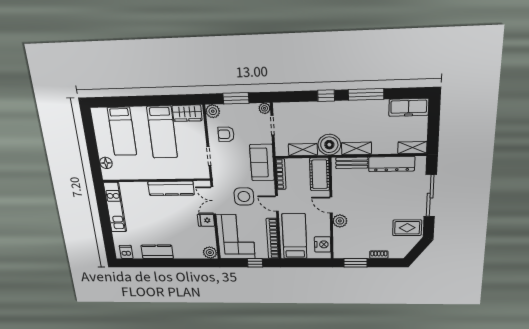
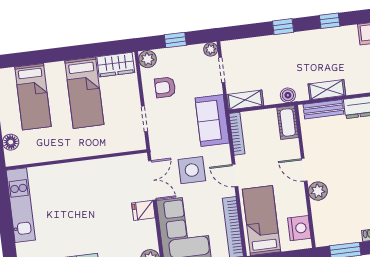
window: (366, 94) -> (330, 21), width x0.46
window: (236, 98) -> (175, 40), width x0.67
boiler: (329, 145) -> (288, 95), width x0.54, depth x0.54
shelving: (303, 150) -> (245, 100), moved
cot: (320, 174) -> (288, 122), width x0.73, depth x0.75
kitchen counter: (171, 188) -> (96, 169), removed
double door: (213, 201) -> (152, 180), swing flipped

